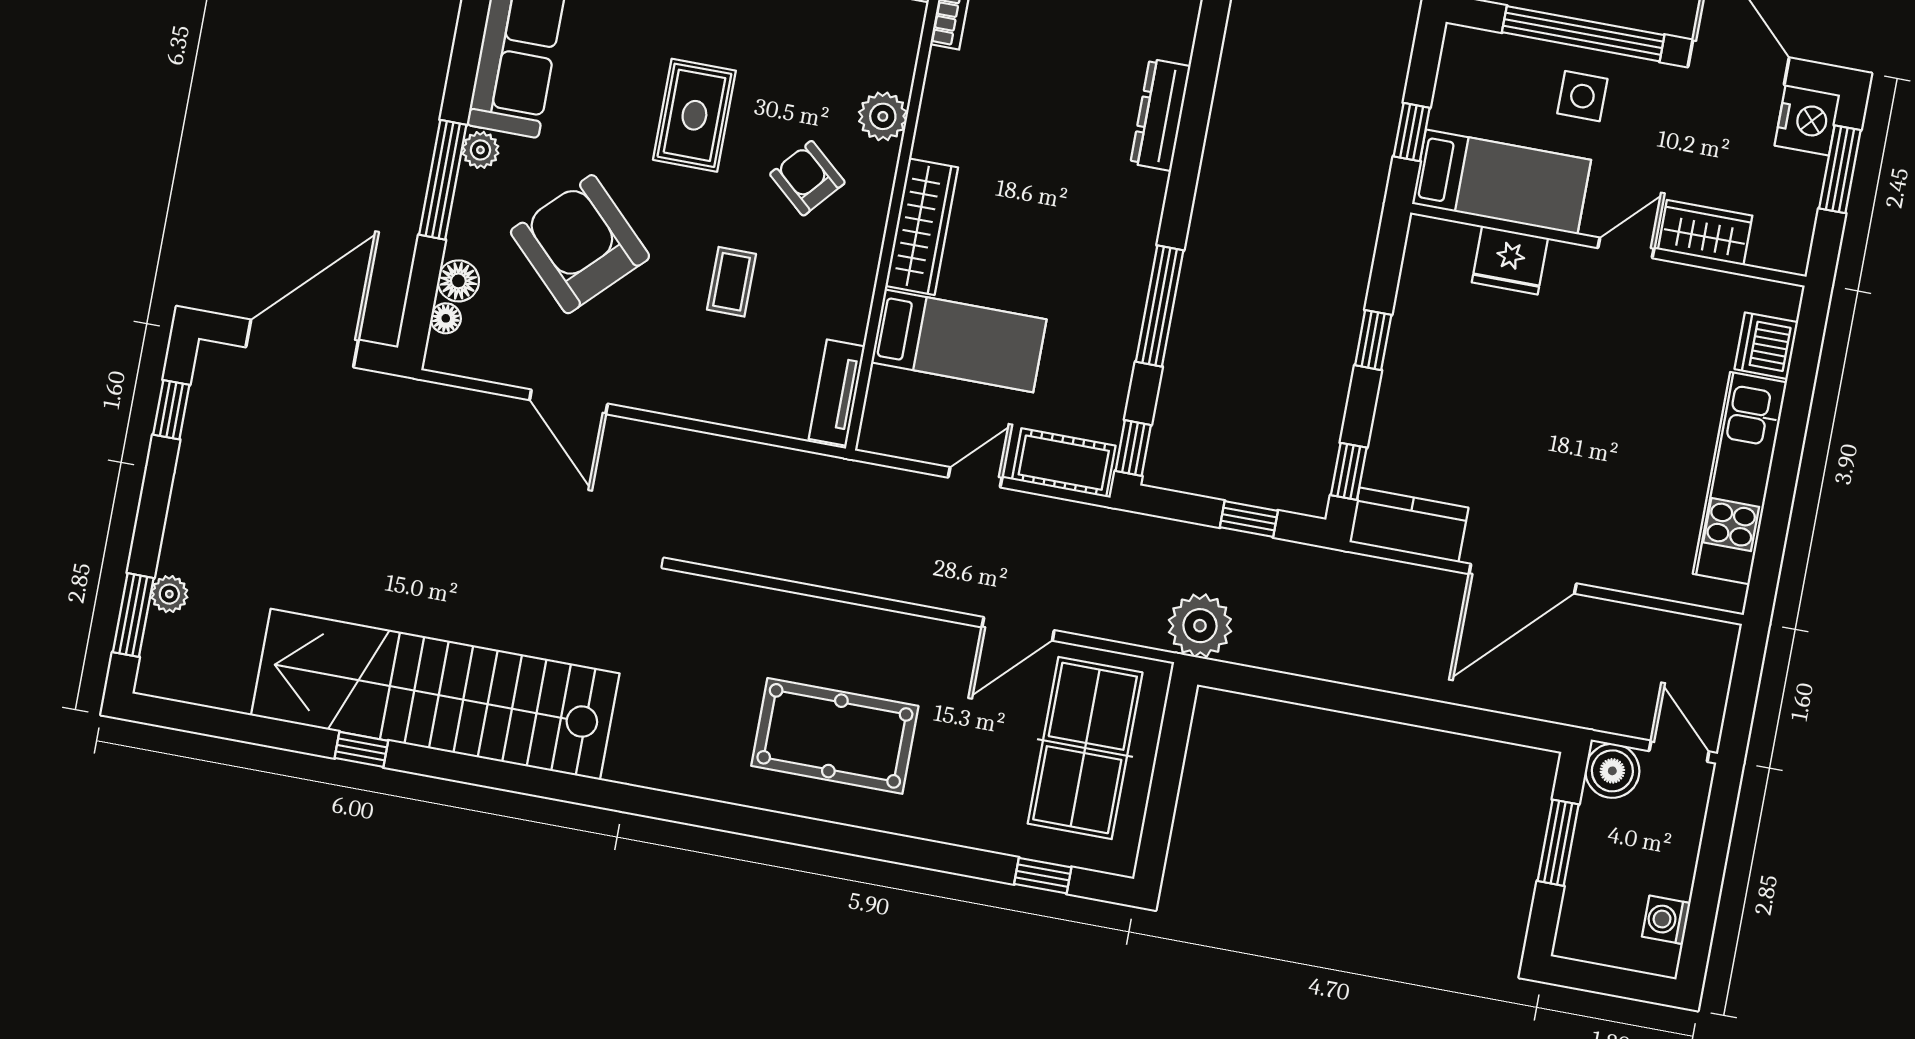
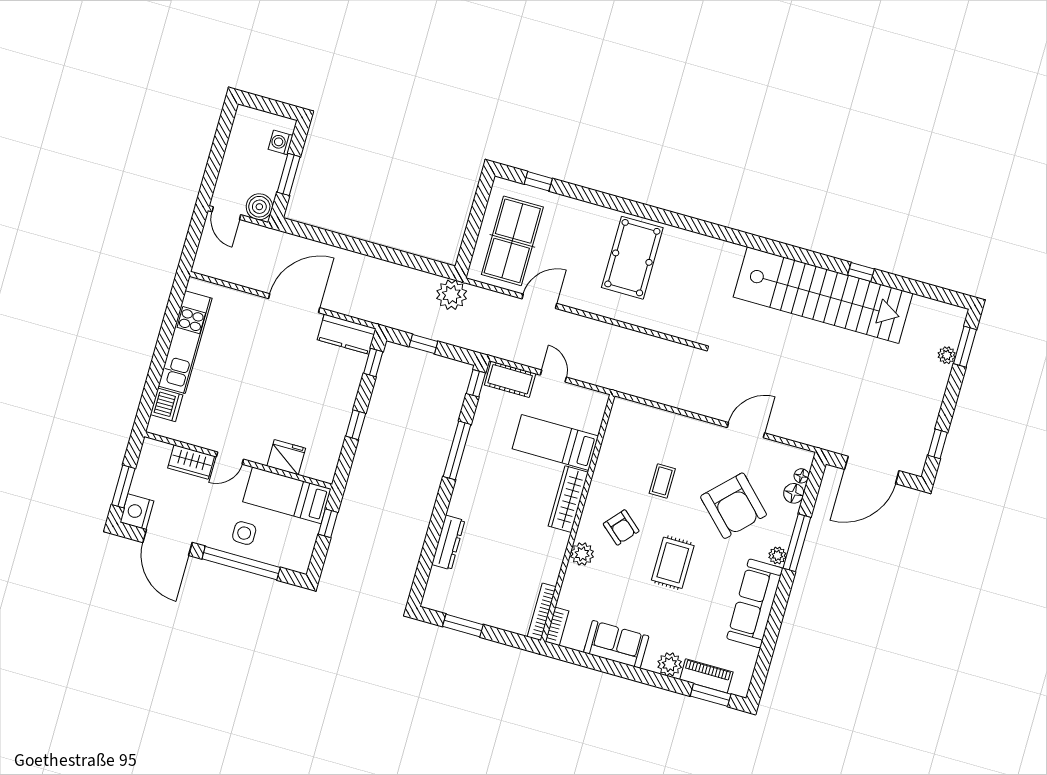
tv unit: (837, 393) -> (616, 423), removed
door: (569, 402) -> (746, 430), hinge flipped
door: (975, 477) -> (553, 376), swing flipped
pool table: (835, 736) -> (632, 258), turned 90
washing machine: (1666, 920) -> (281, 142), moved, turned 180

